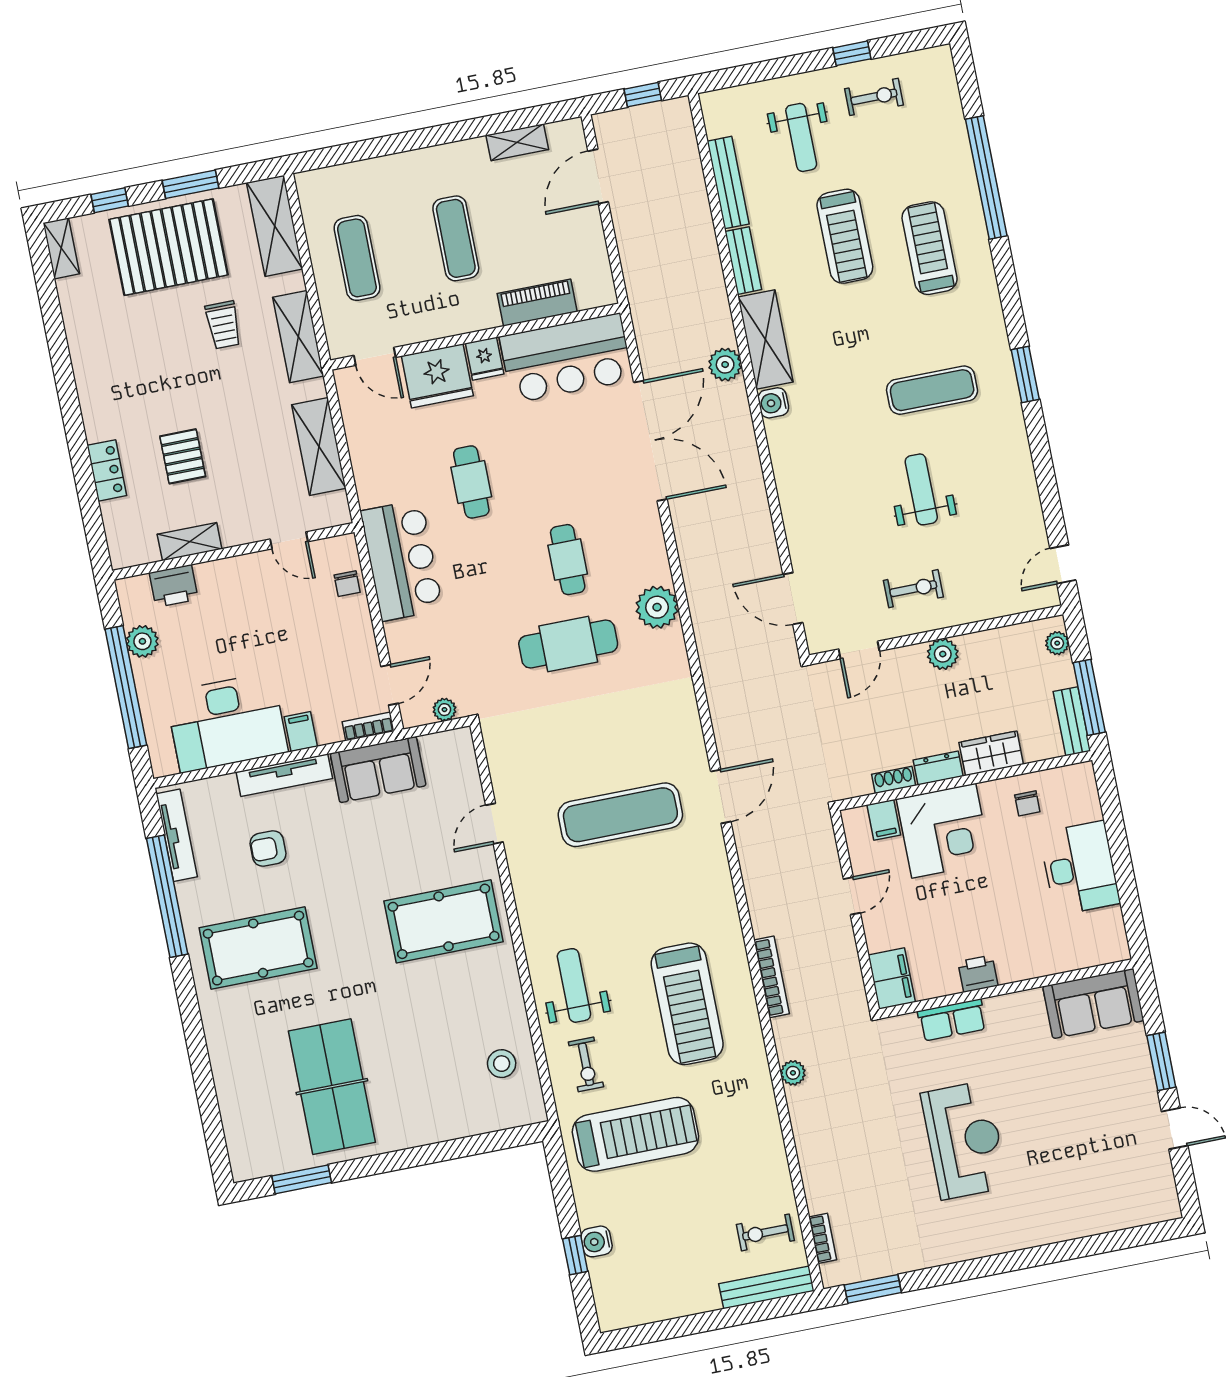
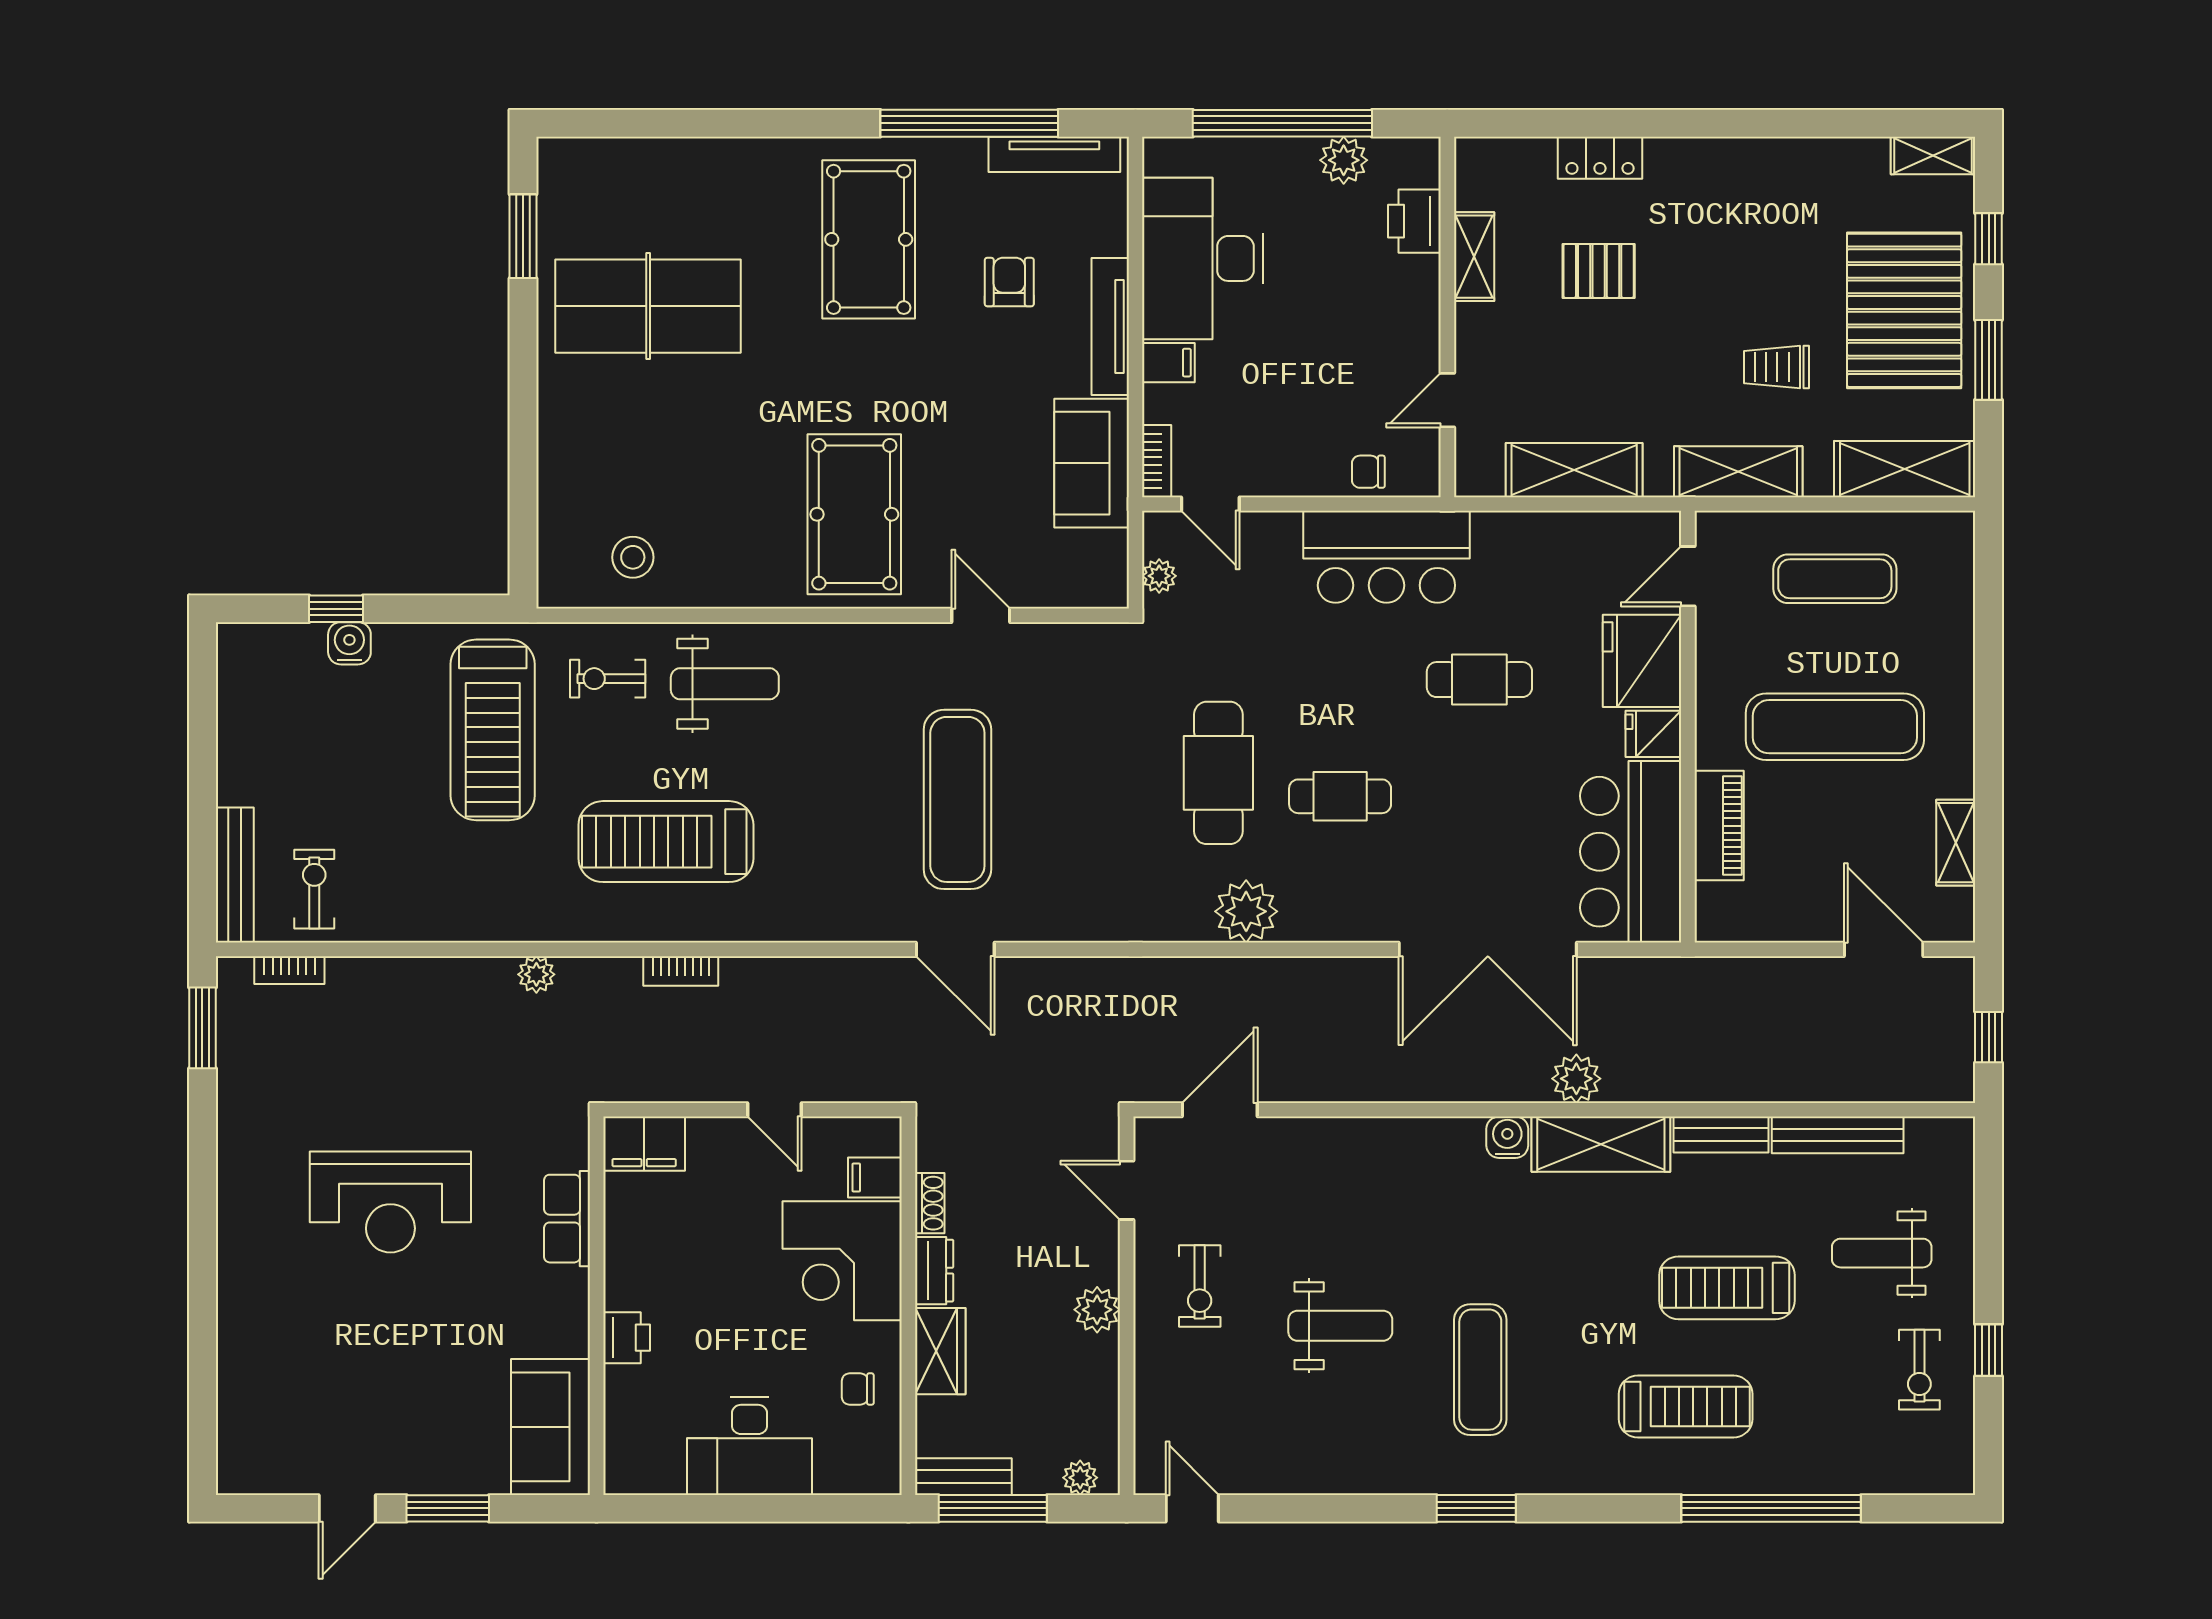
exercise mat: (456, 238) -> (1835, 727), width x1.36, depth x1.45
printer: (978, 974) -> (627, 1338), moved
bookcase: (772, 977) -> (681, 971), width x0.64

